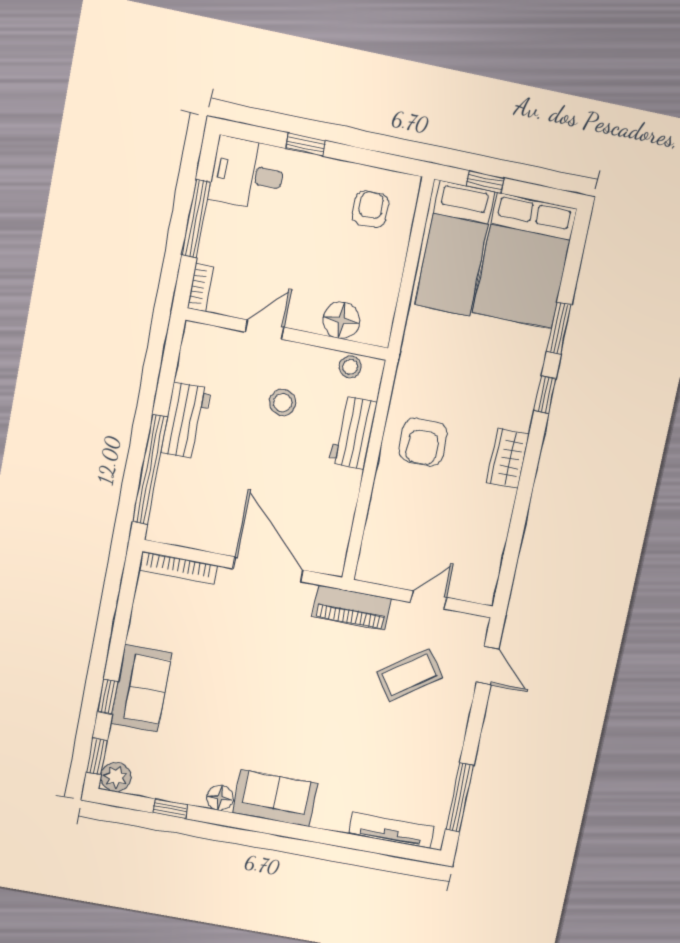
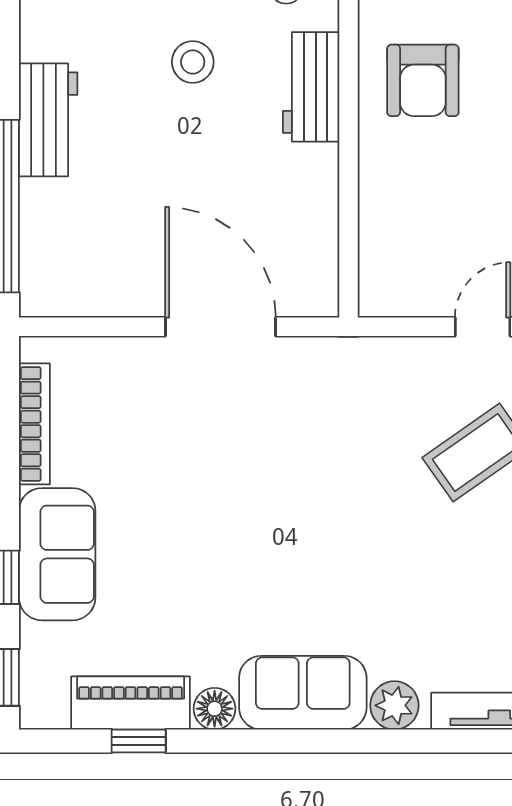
bookcase: (178, 568) -> (34, 424), moved, turned -90
piano: (352, 608) -> (131, 703), moved, turned 180
plant: (116, 777) -> (394, 705), moved

